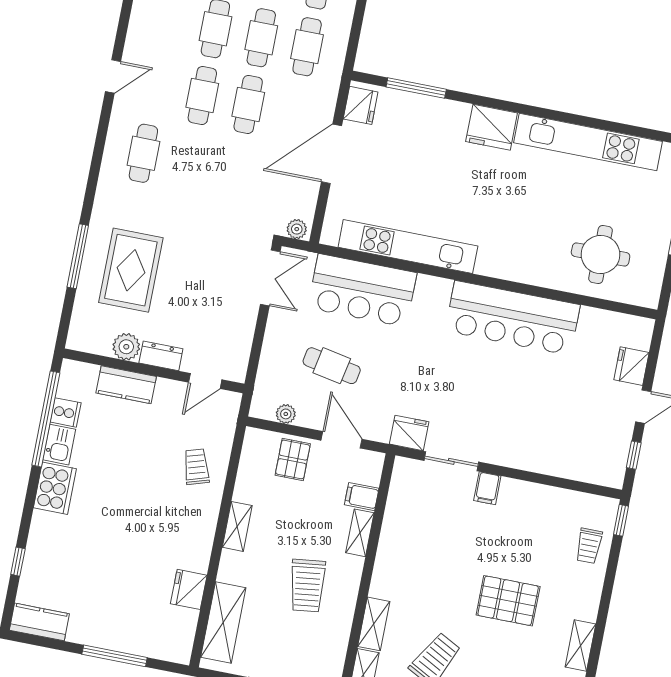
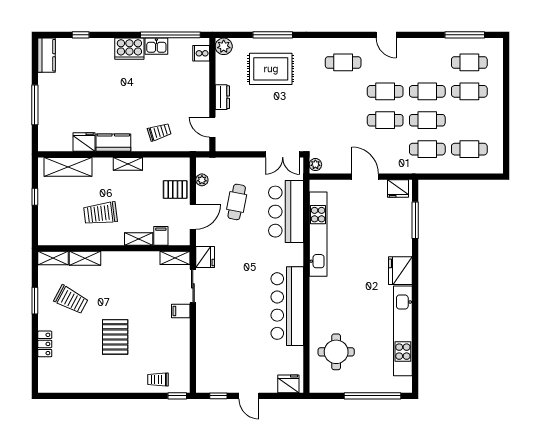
door: (331, 154) -> (365, 177), width x0.73
plant: (126, 347) -> (224, 46), moved
fridge: (631, 366) -> (288, 384), moved
kitchen counter: (126, 385) -> (113, 143), moved, turned 90
cooker: (66, 412) -> (201, 53), moved, turned 90
shelving: (580, 646) -> (175, 258), moved

